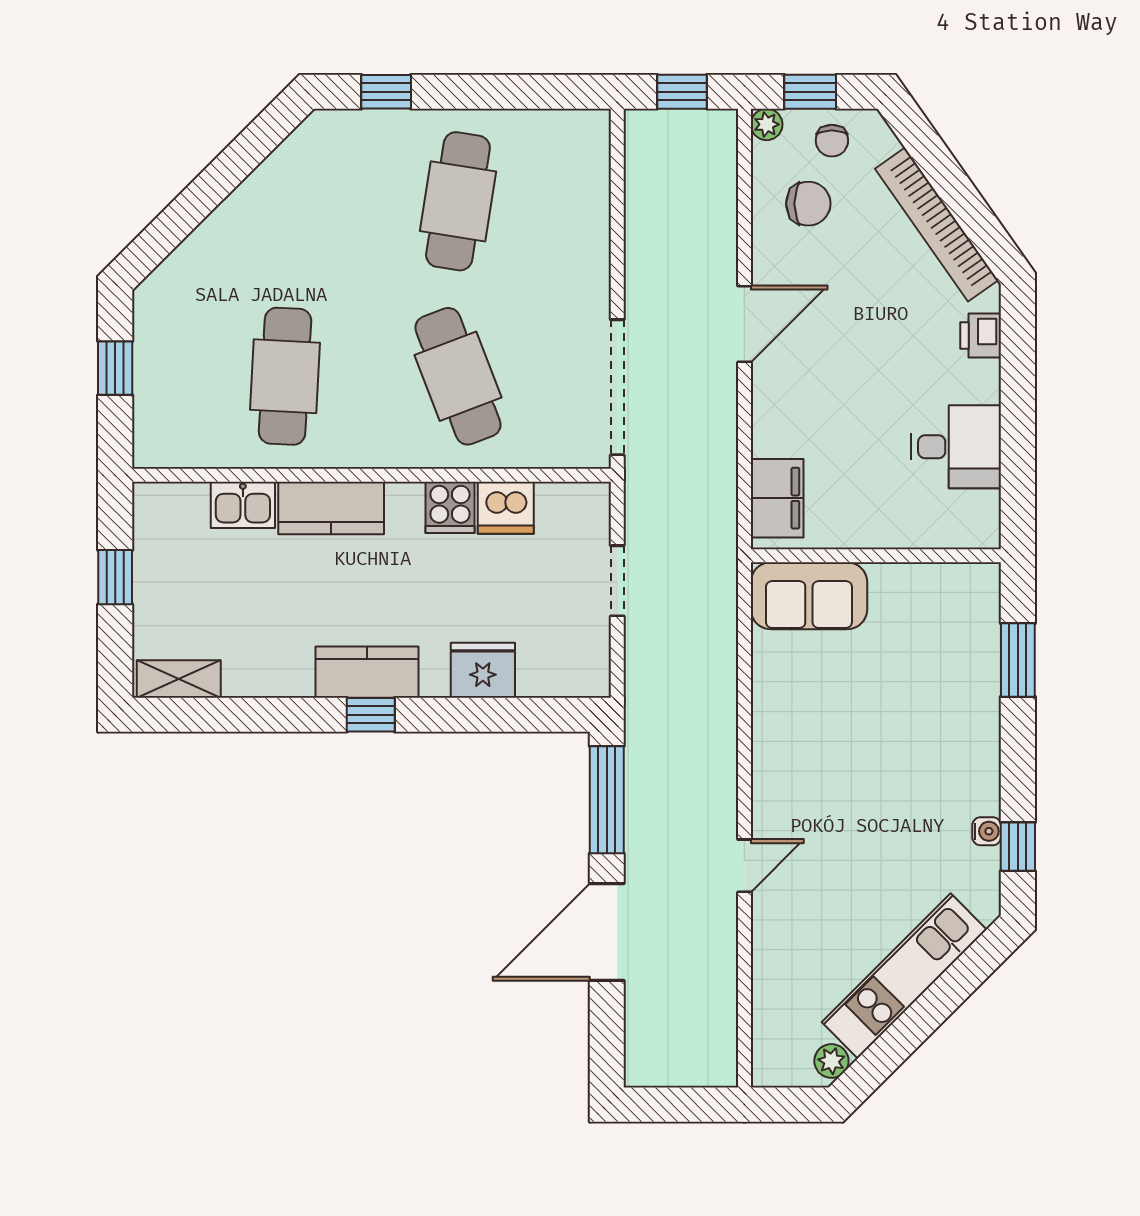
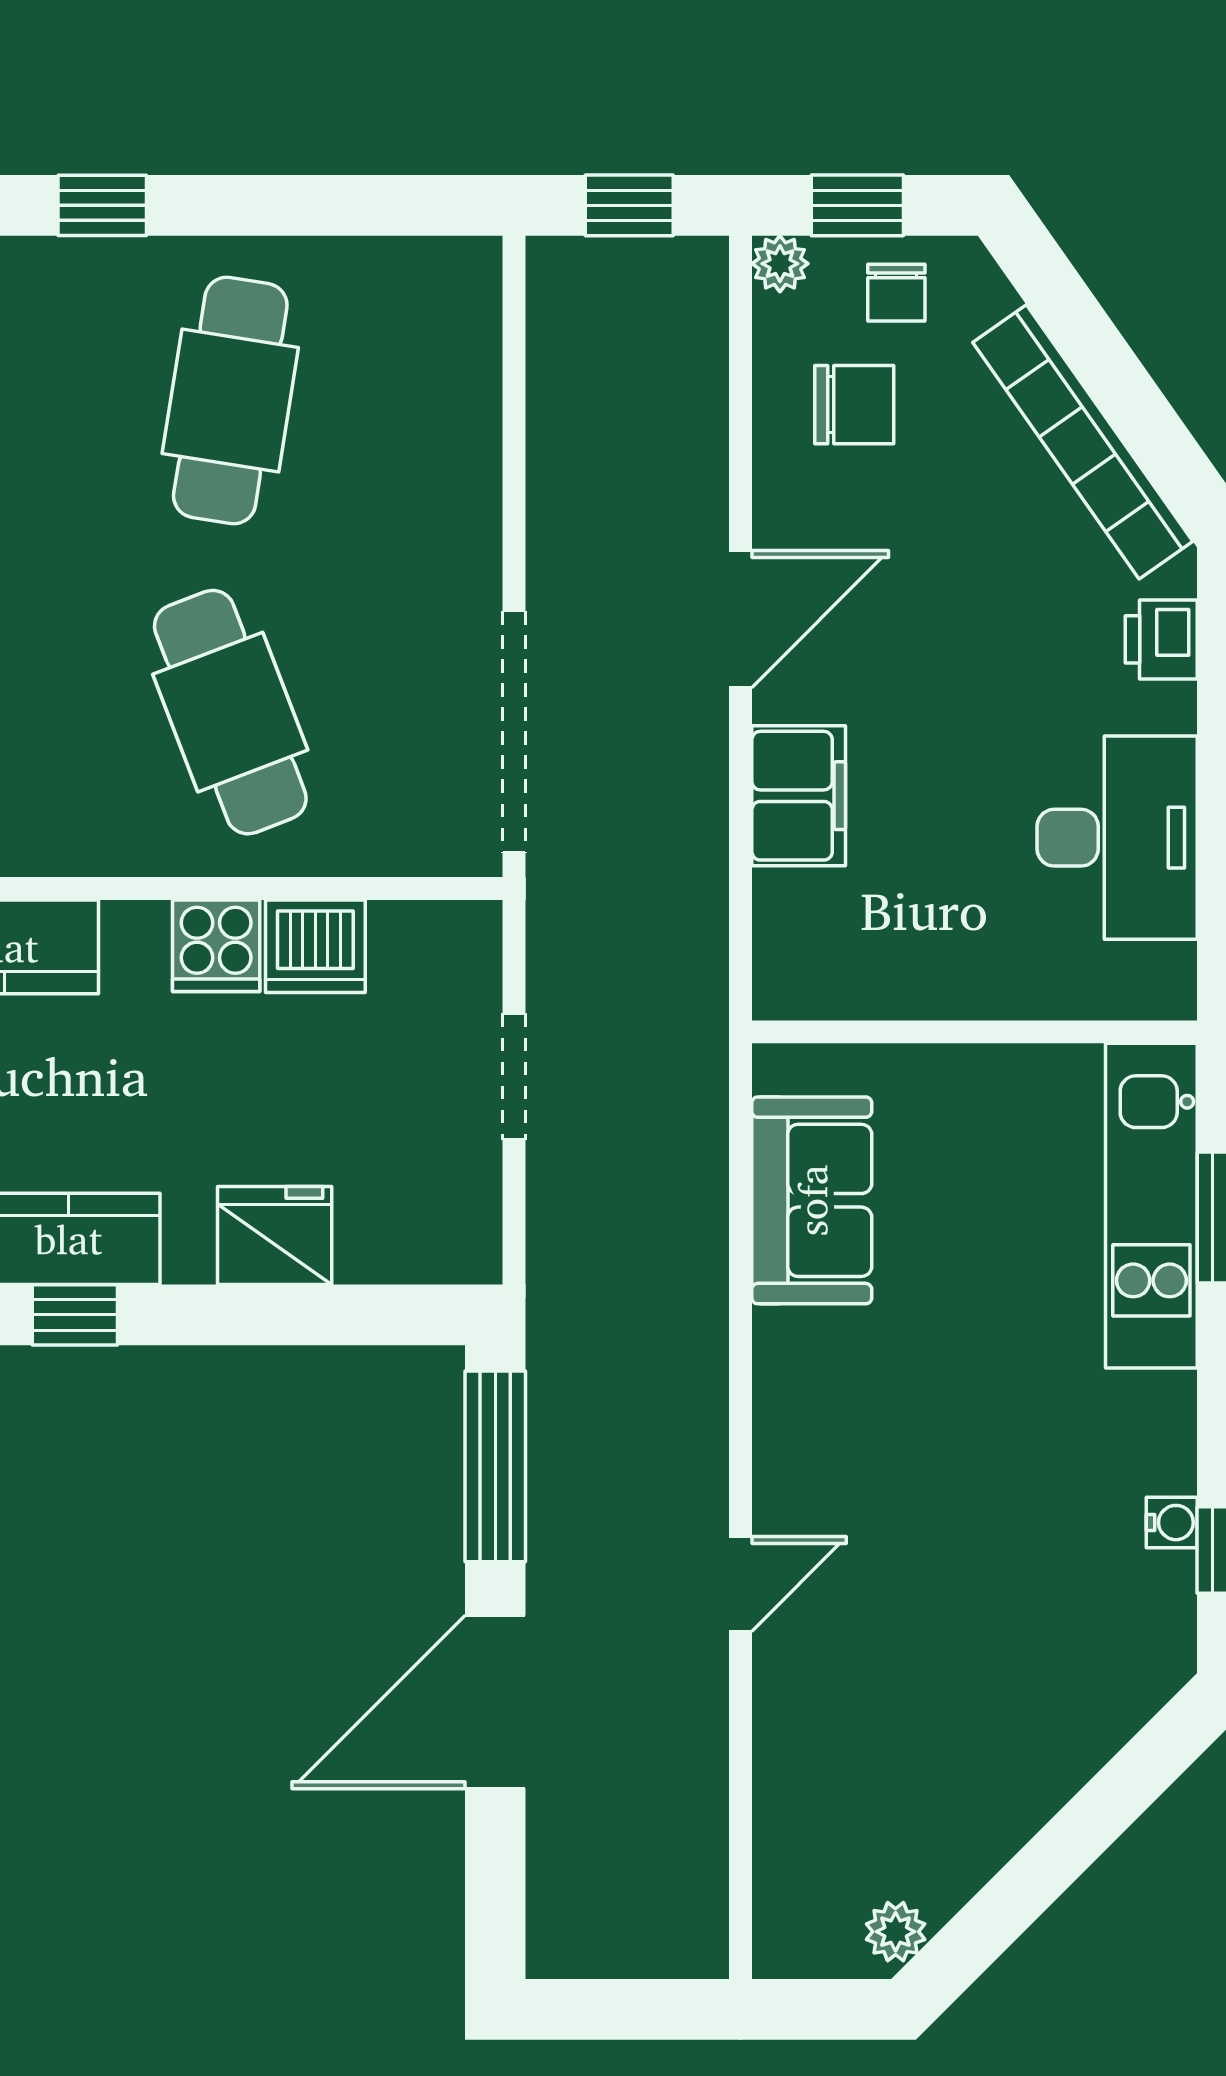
desk: (956, 447) -> (1117, 838), width x1.37
filing cabinet: (777, 498) -> (799, 796), moved
sofa: (809, 596) -> (812, 1200), moved, turned -90
kitchen unit: (904, 976) -> (1151, 1206), moved, turned -45

